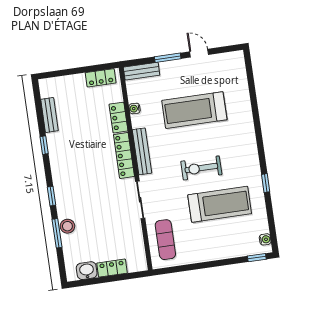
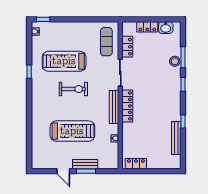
bench: (142, 71) -> (85, 164), moved
bench: (49, 115) -> (176, 138), width x1.36
locker: (119, 118) -> (127, 47), moved

